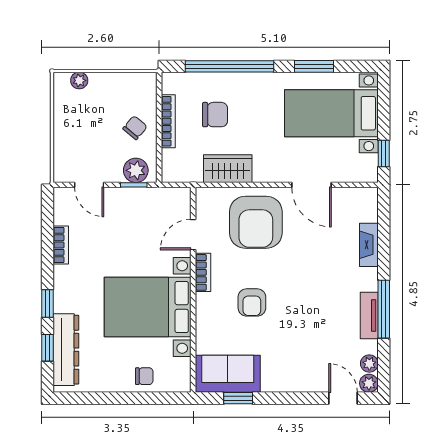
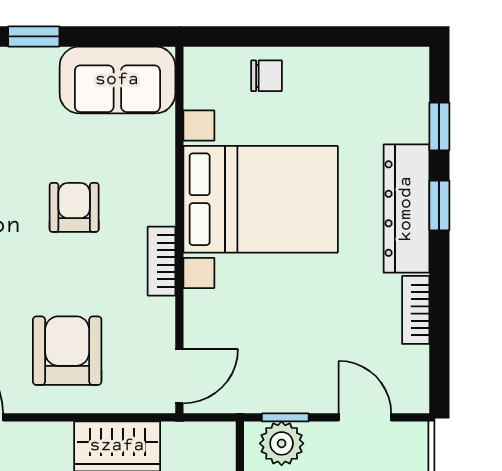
armchair: (256, 222) -> (67, 351), width x0.73, depth x0.73
door: (193, 235) -> (179, 376), moved
dresser: (66, 350) -> (406, 209), moved
chair: (144, 376) -> (267, 76), turned 180
window: (238, 398) -> (34, 36), moved

